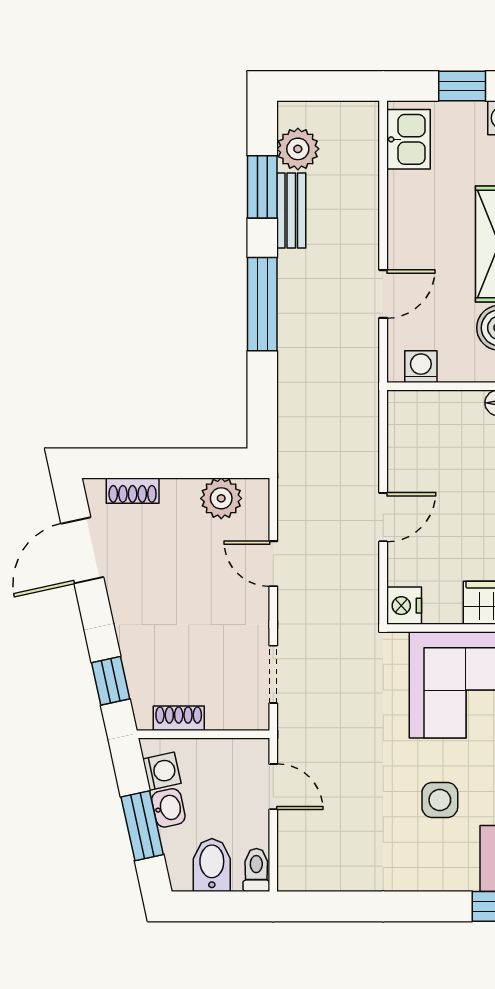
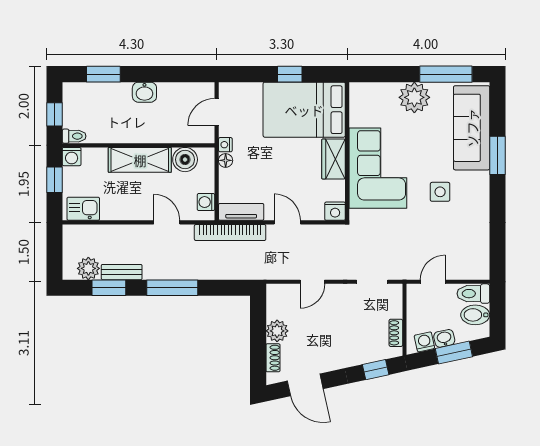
bookcase: (364, 411) -> (230, 232), added
tv unit: (403, 432) -> (241, 212), added
plant: (221, 498) -> (277, 331), moved
toilet: (256, 870) -> (473, 294), width x1.37, depth x1.39

